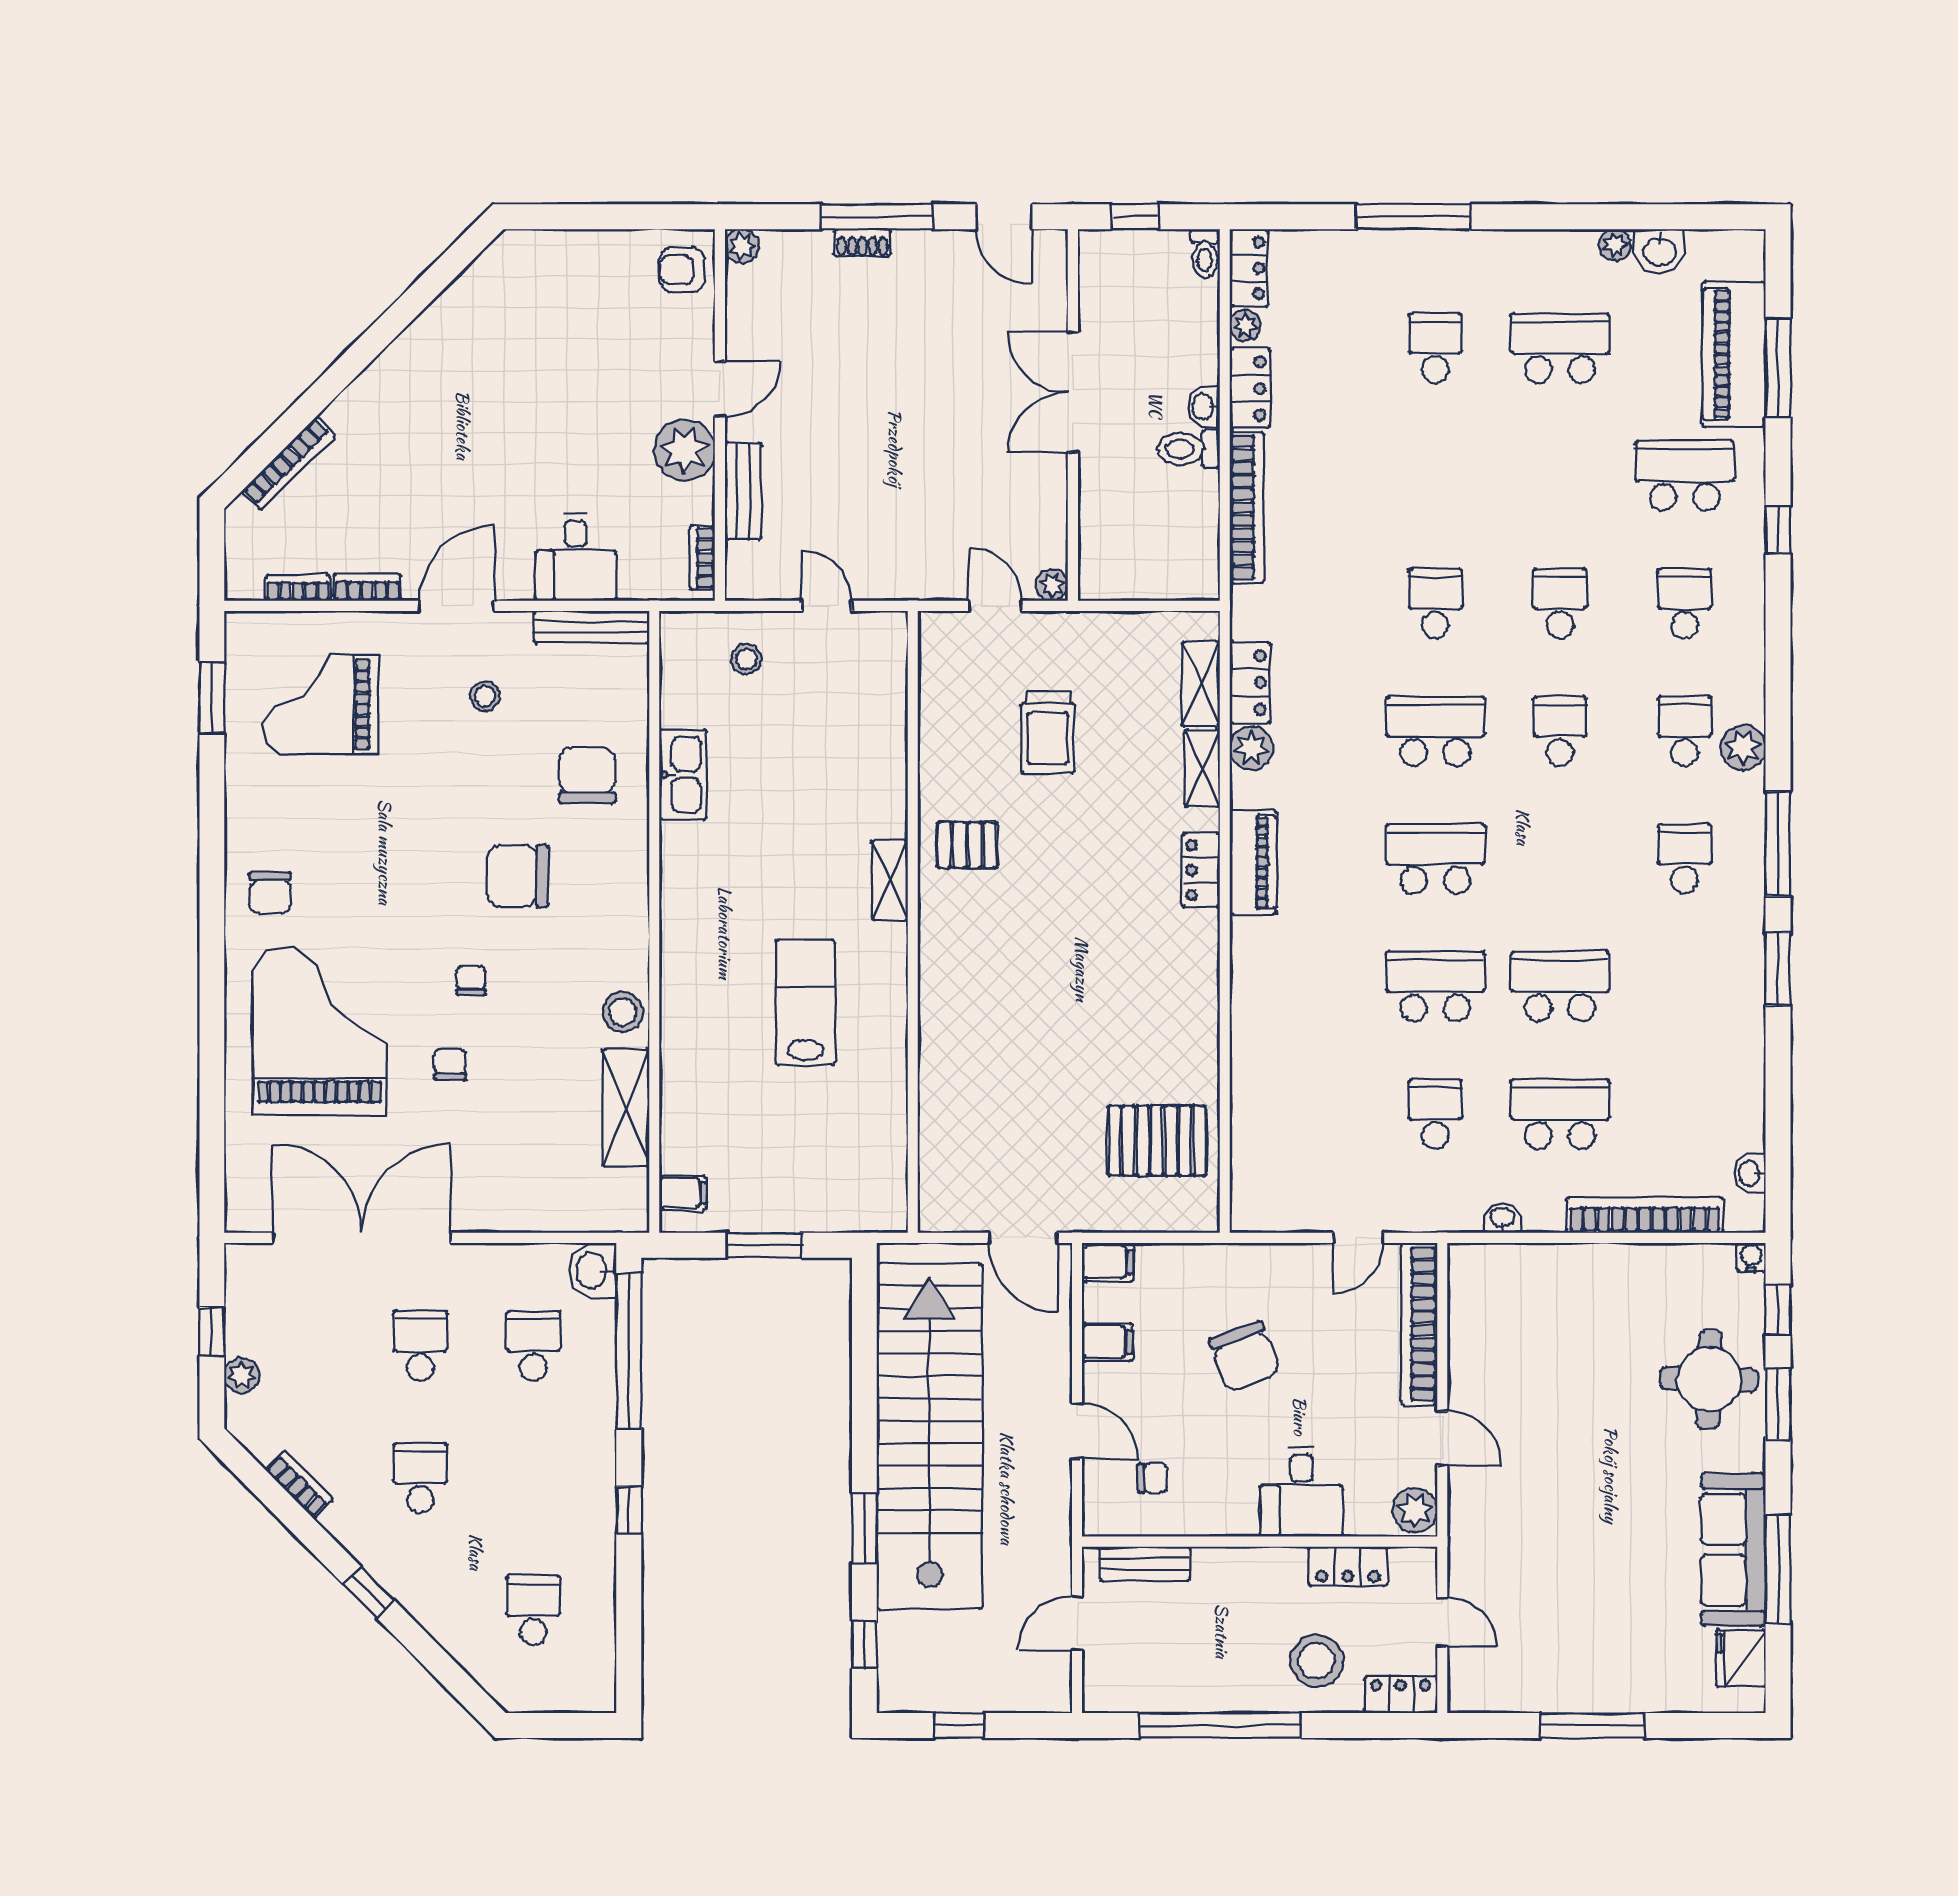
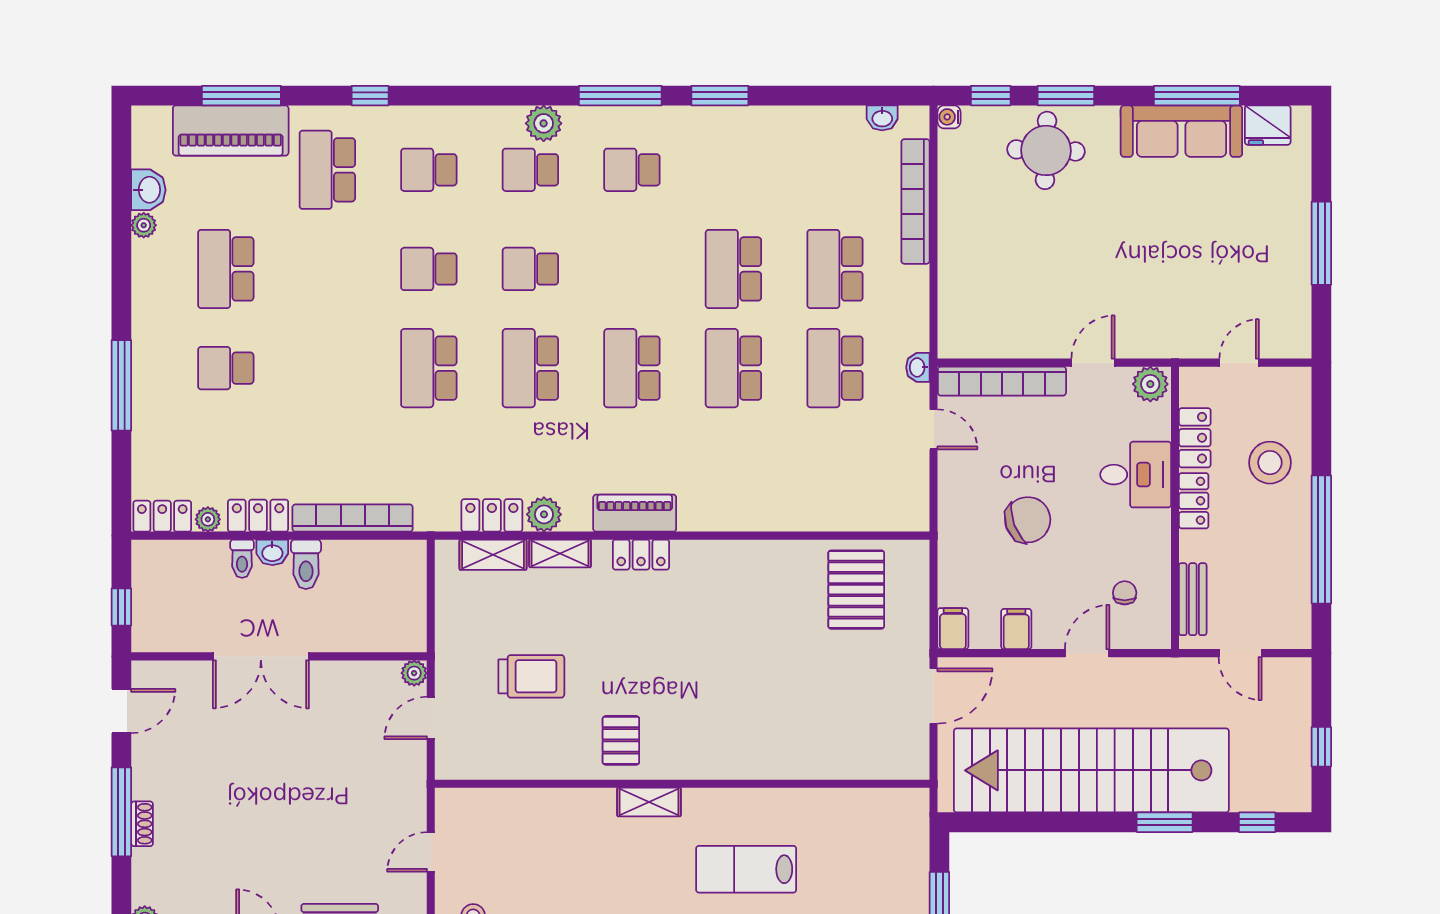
toilet: (1205, 253) -> (242, 559), moved, turned 90
school desk: (1435, 603) -> (429, 368), width x1.85
school desk: (1435, 1114) -> (835, 368), width x1.85
washbasin: (1503, 1218) -> (918, 367), moved
locker: (1401, 1695) -> (1194, 501), moved, turned 180

